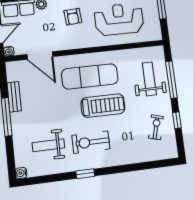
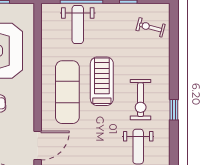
weight bench: (149, 79) -> (78, 24), turned -90
exercise bike: (156, 127) -> (151, 27), moved

